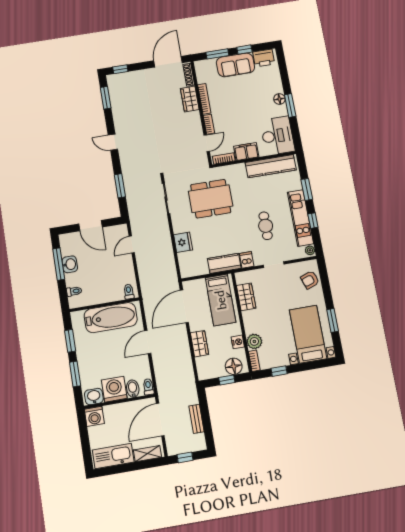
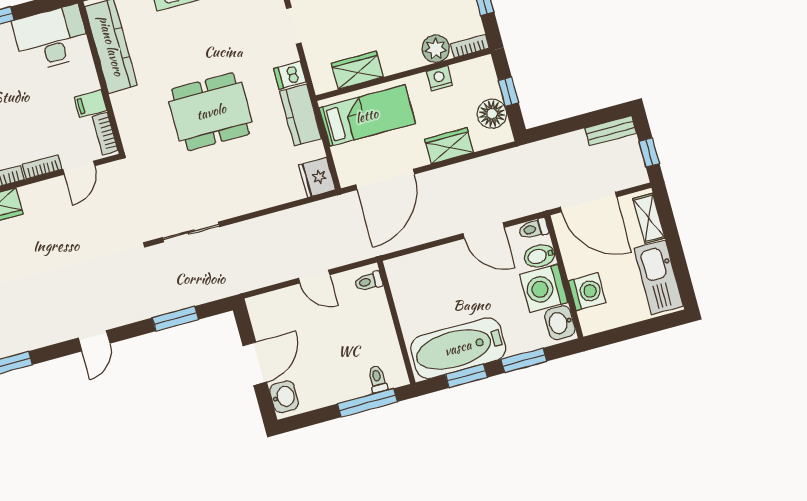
door: (207, 143) -> (79, 168), swing flipped
filing cabinet: (246, 152) -> (91, 104), width x0.50
dining table: (211, 199) -> (211, 112), moved, turned 90
cafe table: (266, 226) -> (224, 46), removed
fridge: (183, 242) -> (317, 177), moved, turned -90
door: (132, 245) -> (314, 277), moved
window: (59, 264) -> (367, 403), moved
washbasin: (70, 264) -> (284, 397), moved, turned 90
door: (184, 306) -> (385, 179), hinge flipped
bathtub: (111, 318) -> (458, 348), moved, turned -90
door: (148, 342) -> (484, 231), moved
floor lamp: (234, 366) -> (492, 114), moved
washing machine: (94, 416) -> (587, 292), moved
bench: (196, 419) -> (611, 131), moved

